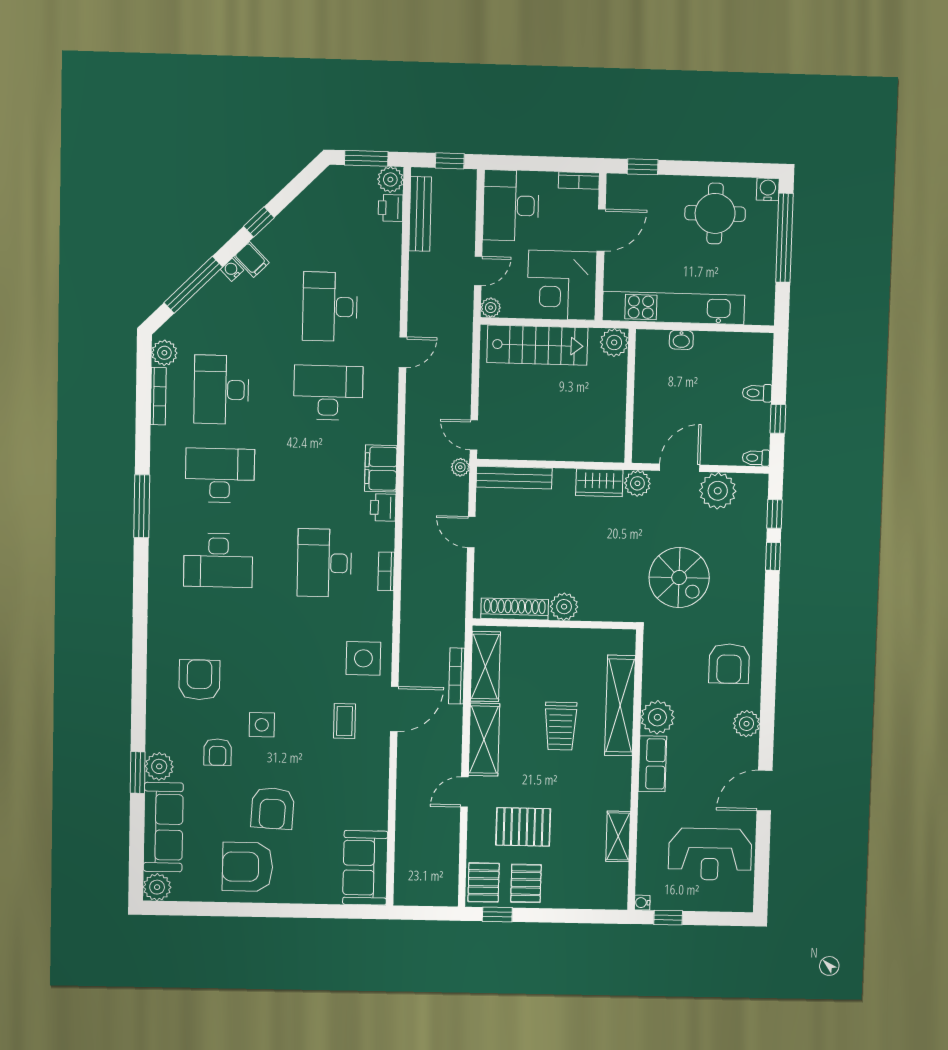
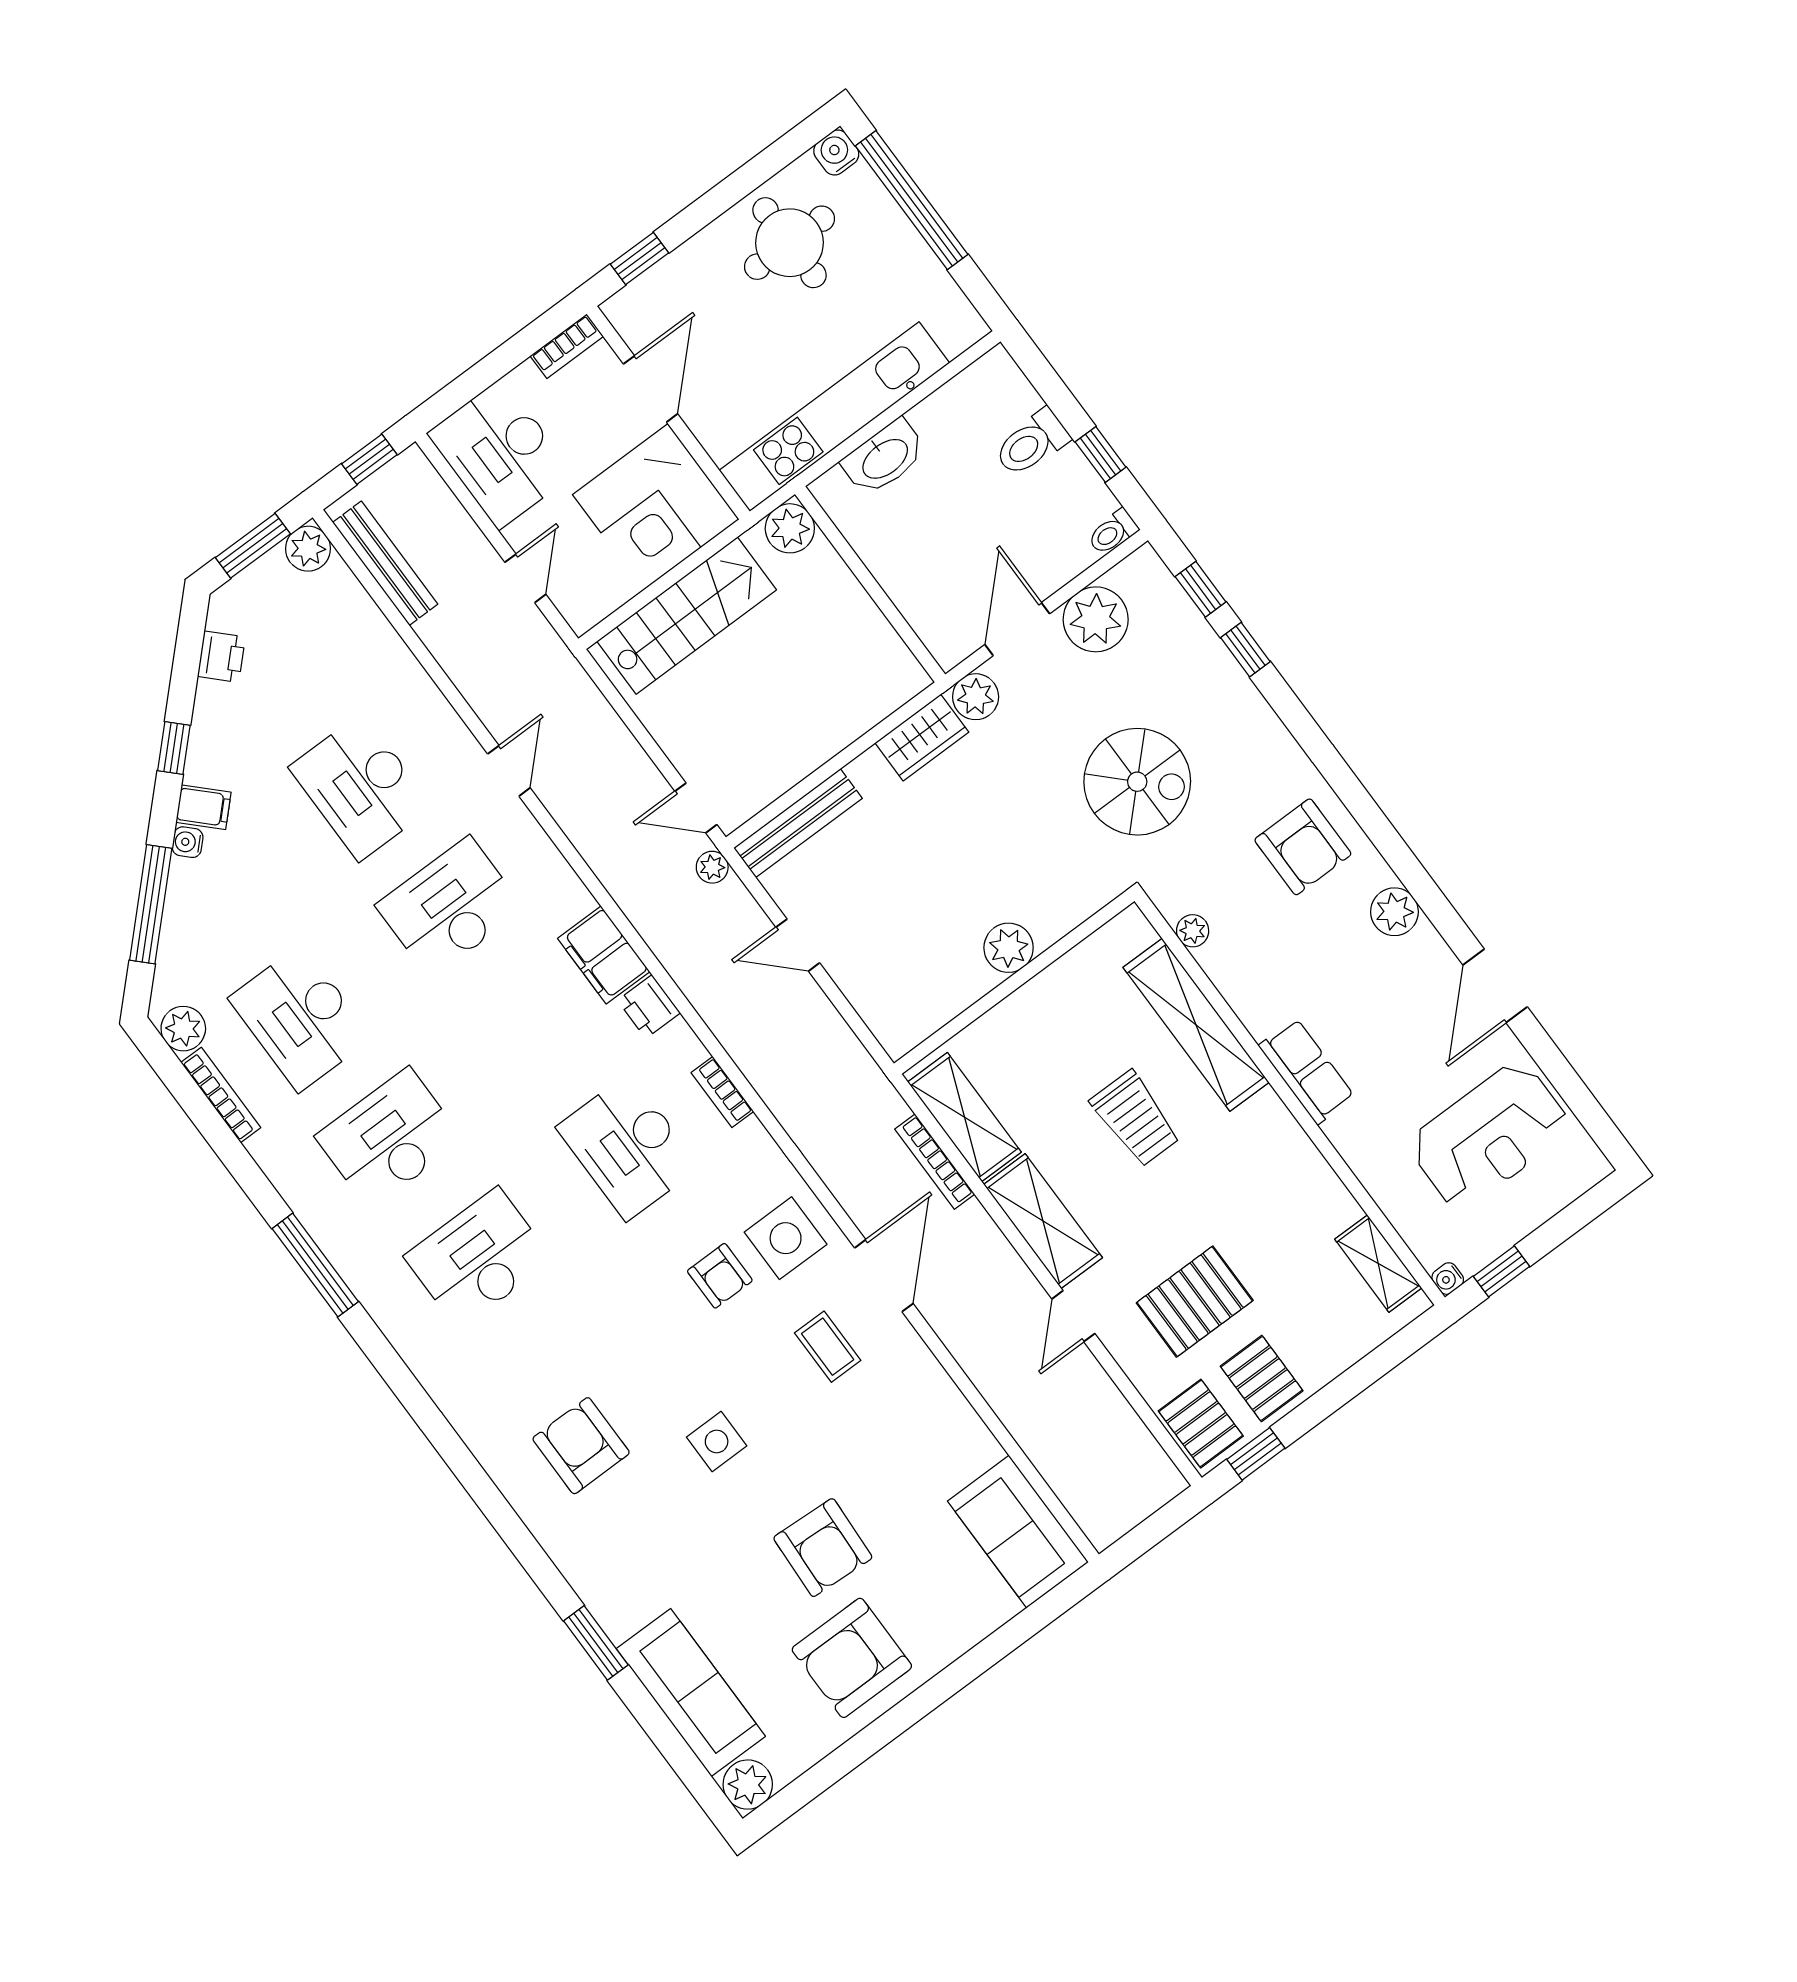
printer: (391, 208) -> (221, 657), moved, turned -135
plant: (491, 308) -> (582, 615), removed
washbasin: (681, 340) -> (884, 458), width x1.91, depth x1.45
toilet: (757, 393) -> (1032, 443), width x1.37, depth x1.39
desk: (218, 560) -> (478, 1258), turned 180
shoe rack: (515, 609) -> (942, 1005), removed
plant: (657, 717) -> (1193, 931), moved, width x0.53, depth x0.53
armchair: (218, 752) -> (720, 1276), moved
plant: (159, 766) -> (619, 1611), removed
shelving: (618, 836) -> (1378, 1264), moved

